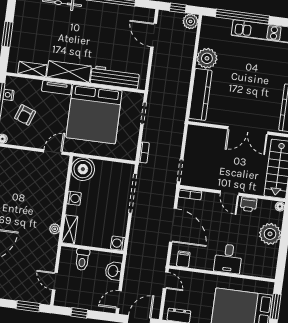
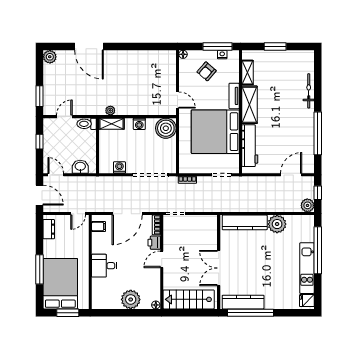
armchair: (25, 115) -> (207, 71), turned -69
printer: (249, 204) -> (154, 243), moved
washing machine: (118, 243) -> (119, 167), moved
toilet: (82, 260) -> (87, 124), moved

